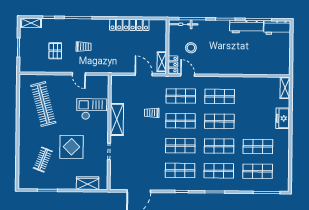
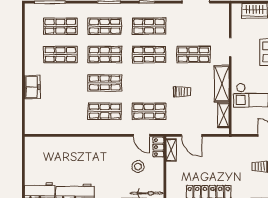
shelving: (285, 88) -> (224, 115), moved
shop shelf: (181, 121) -> (193, 55), moved

